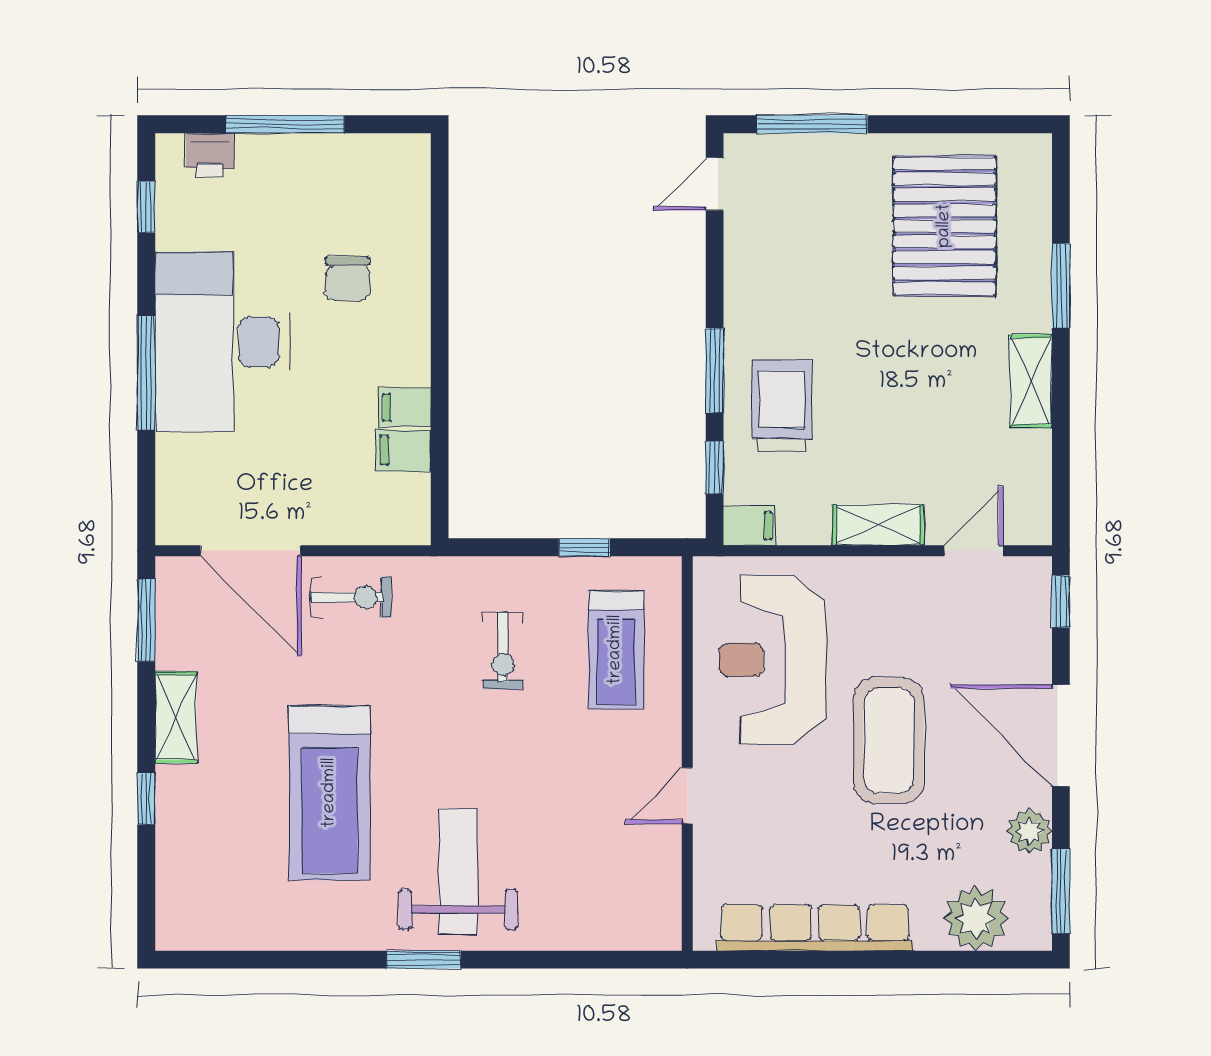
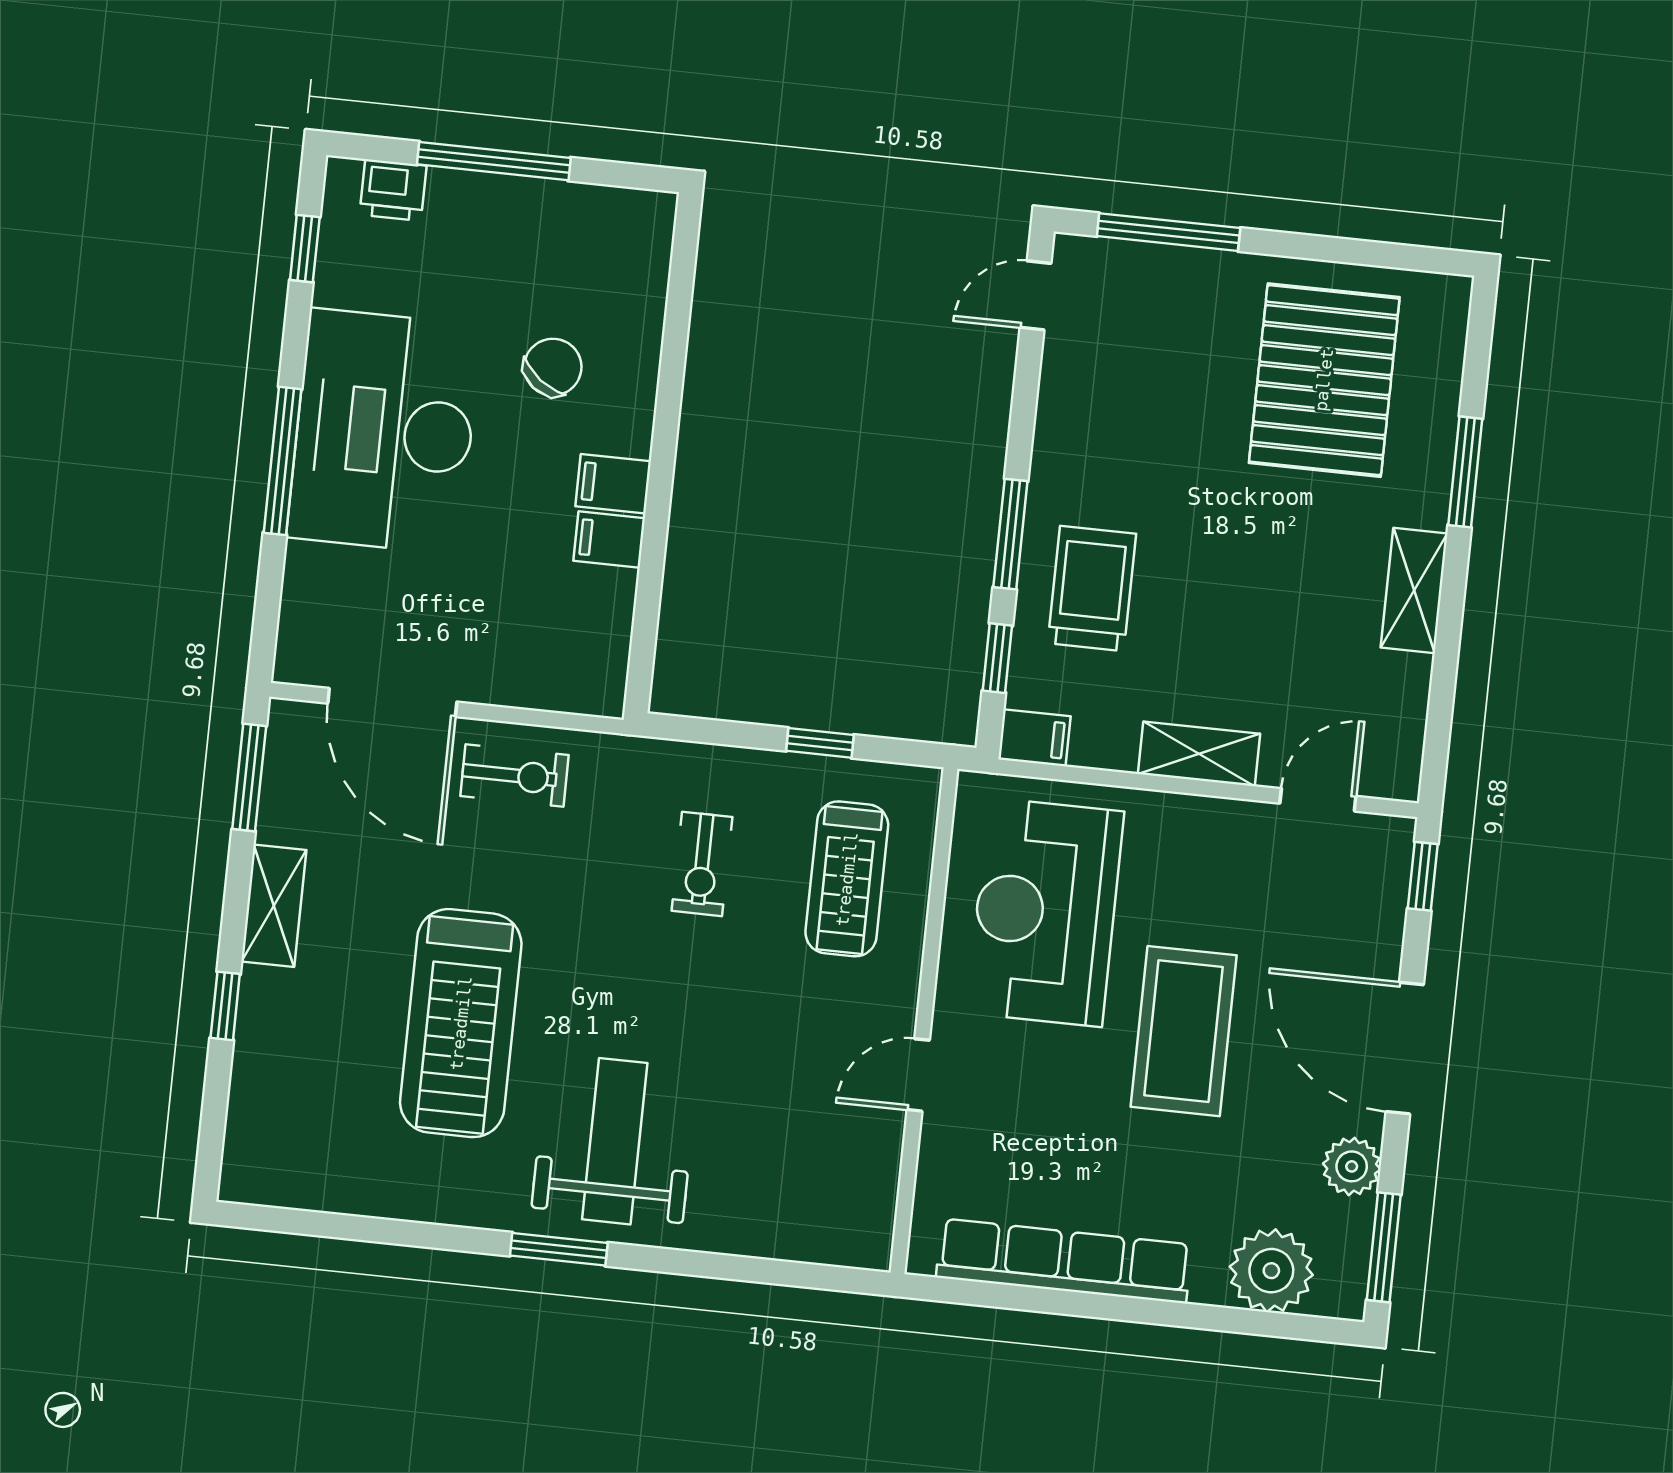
chair: (347, 279) -> (553, 367), turned -143
filing cabinet: (404, 451) -> (613, 484), moved

